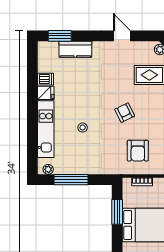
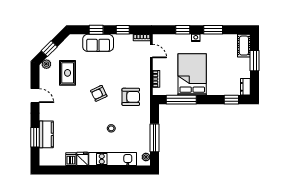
window: (60, 36) -> (35, 137), moved
door: (122, 36) -> (35, 96), swing flipped
armchair: (138, 151) -> (131, 97), moved
window: (117, 212) -> (181, 100), width x1.44

